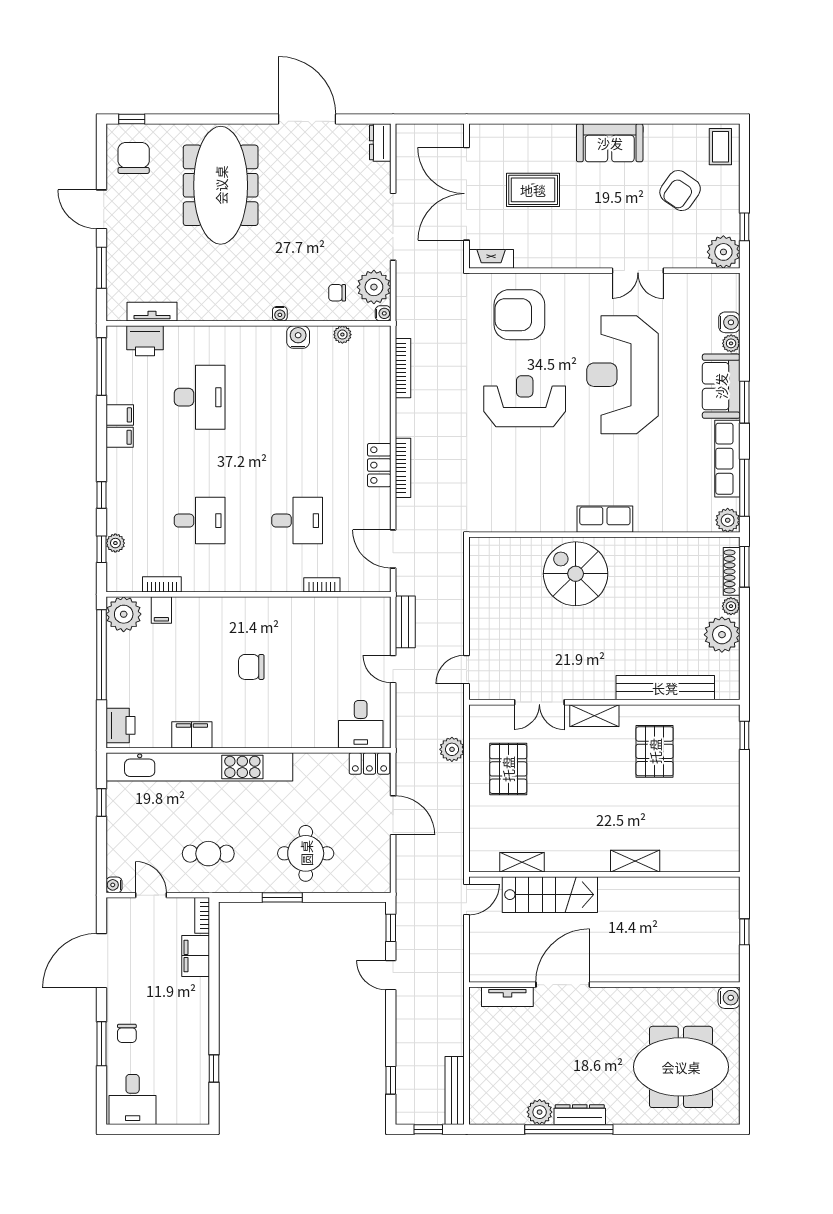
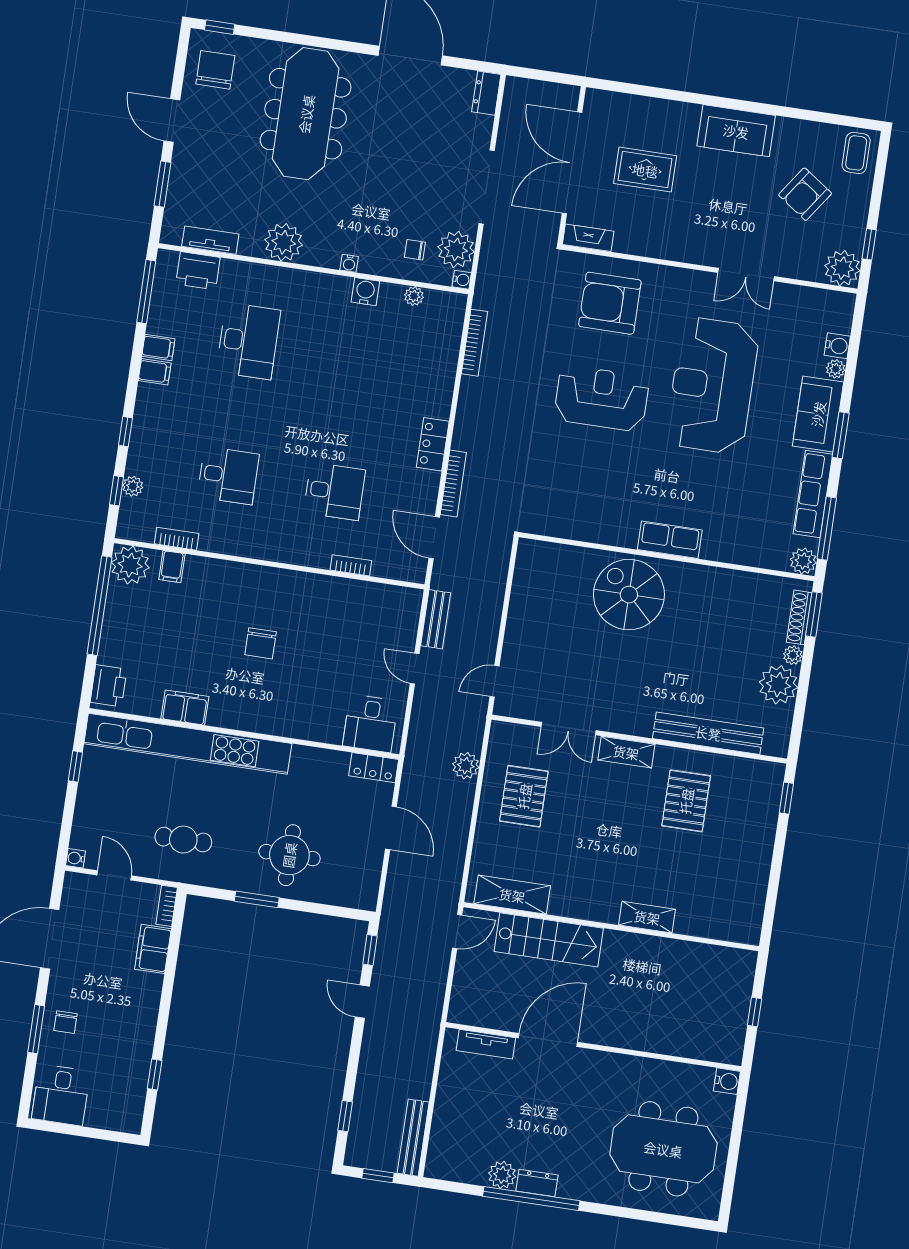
plant: (218, 304) -> (284, 242), added
bookcase: (403, 468) -> (453, 484), moved
chair: (251, 667) -> (261, 643), turned -90
shelving: (522, 862) -> (512, 895), width x1.50, depth x1.33
dresser: (580, 1115) -> (537, 1183), width x0.70

